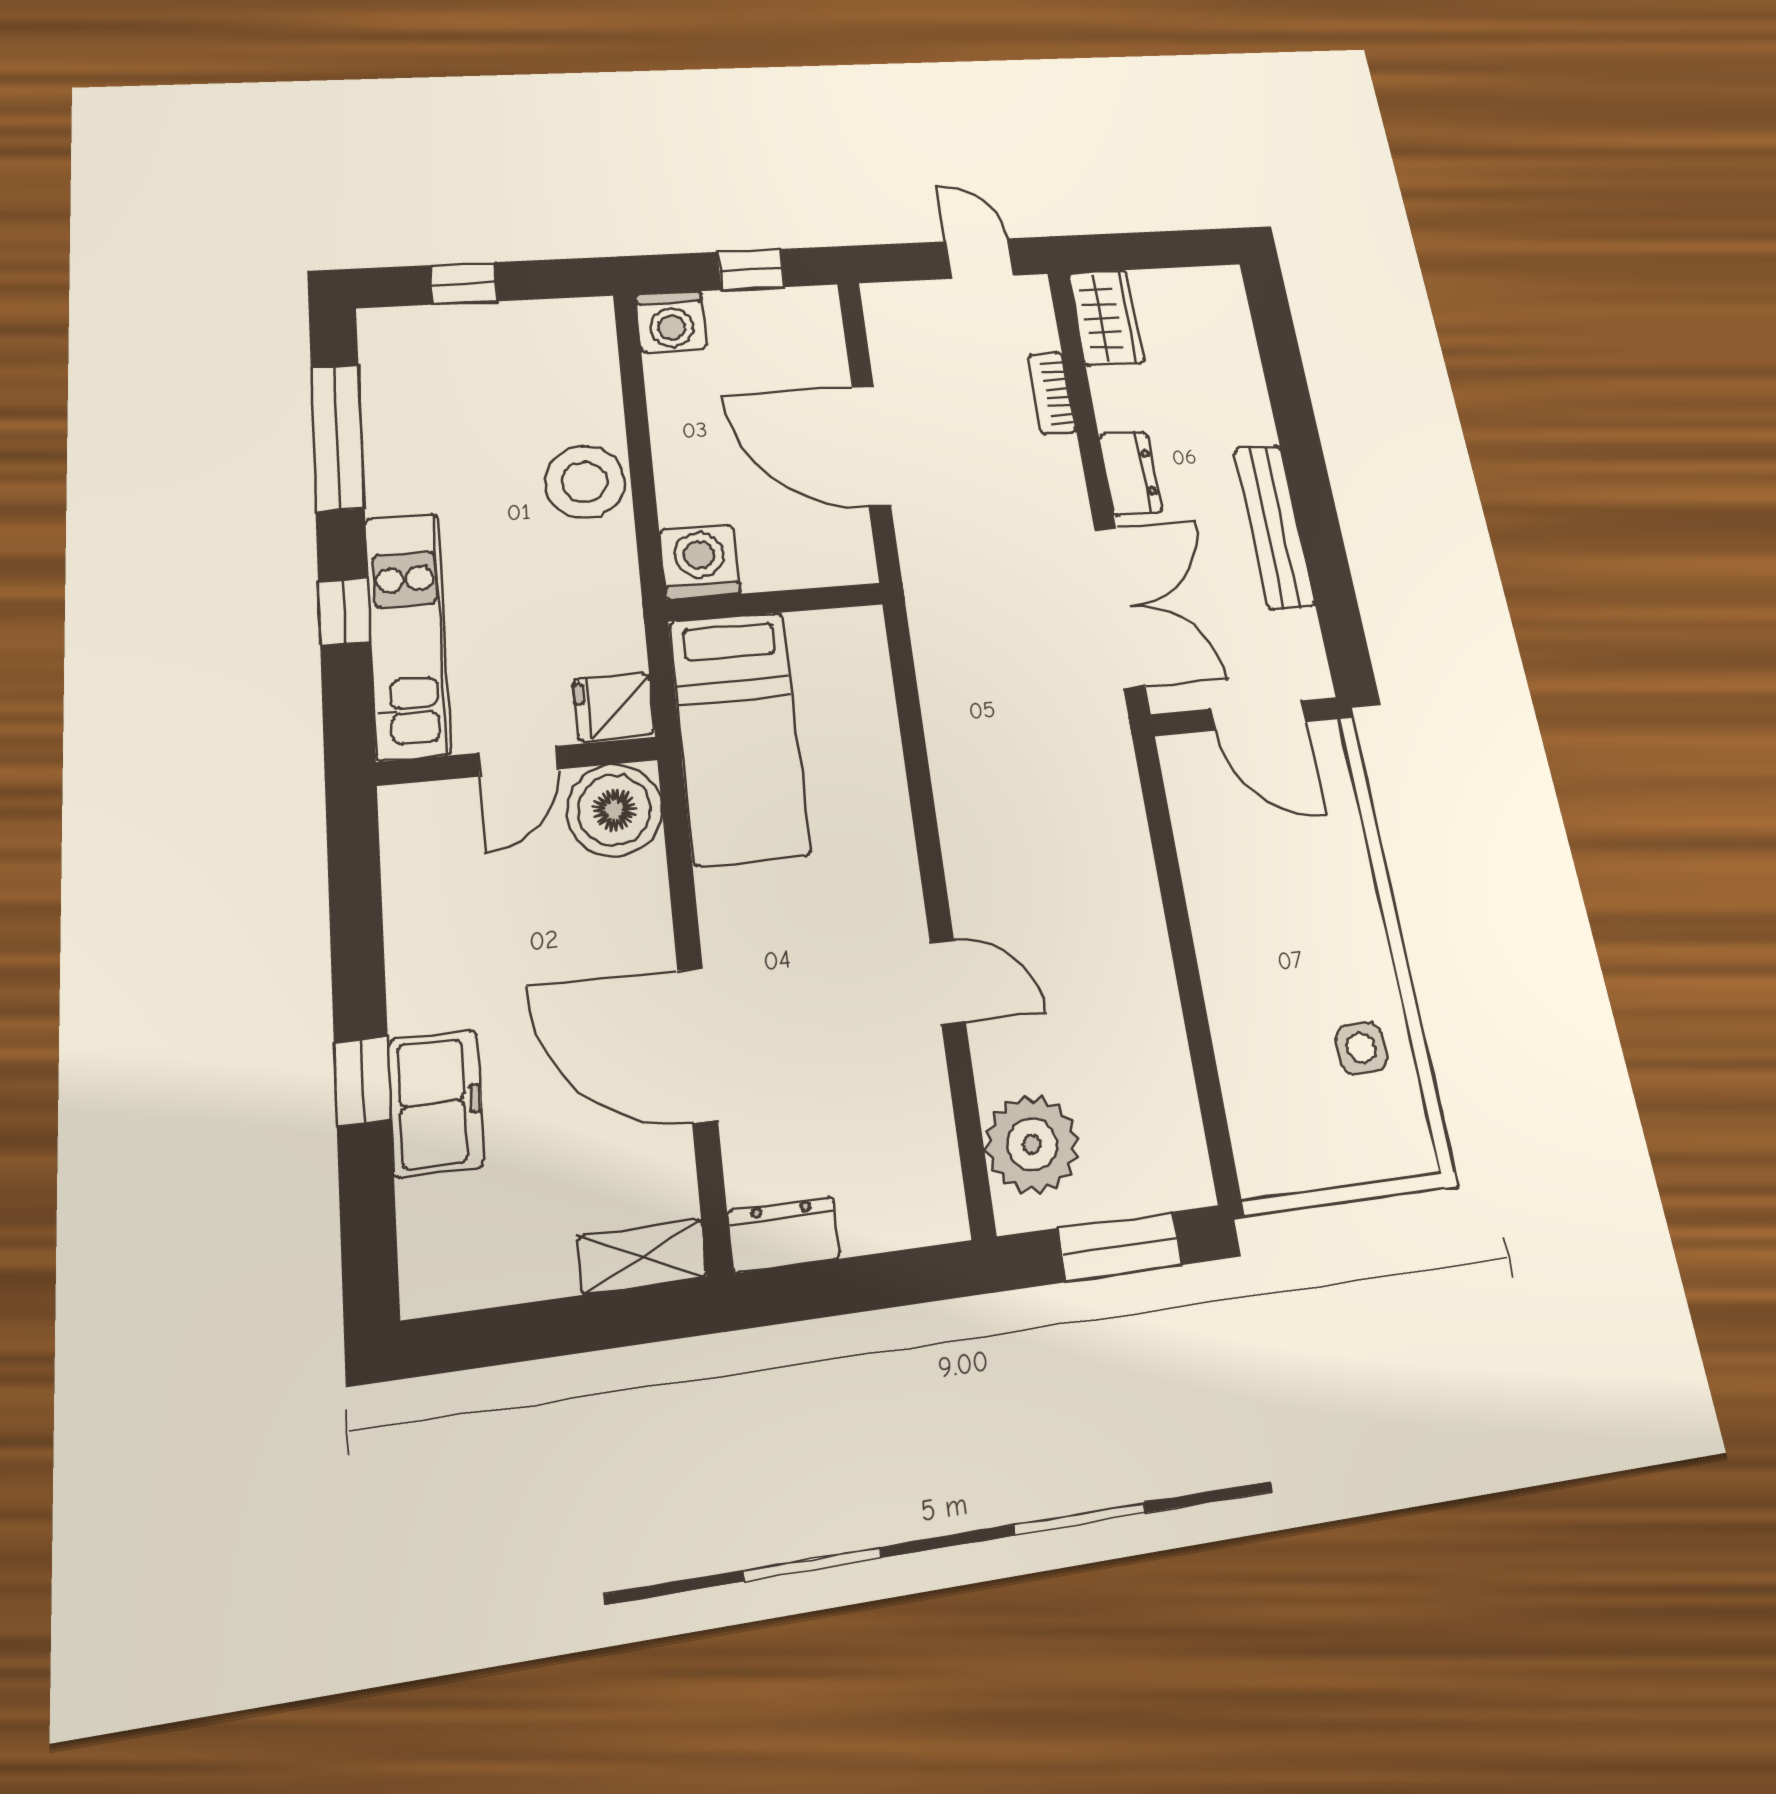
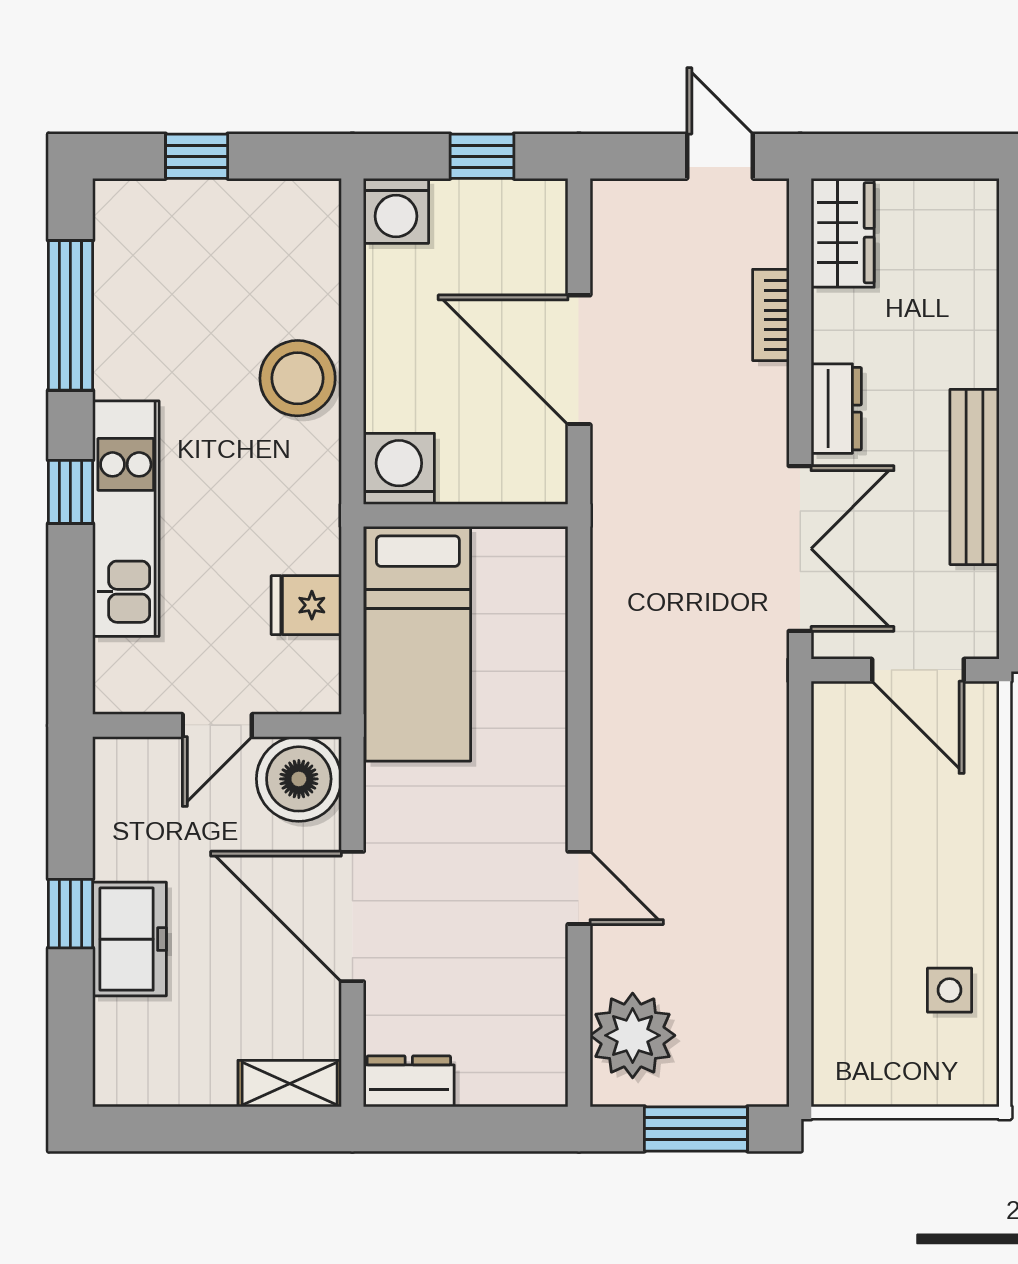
door: (518, 761) -> (217, 725), moved
wall: (518, 761) -> (217, 725), moved
boiler: (614, 810) -> (299, 779), moved

